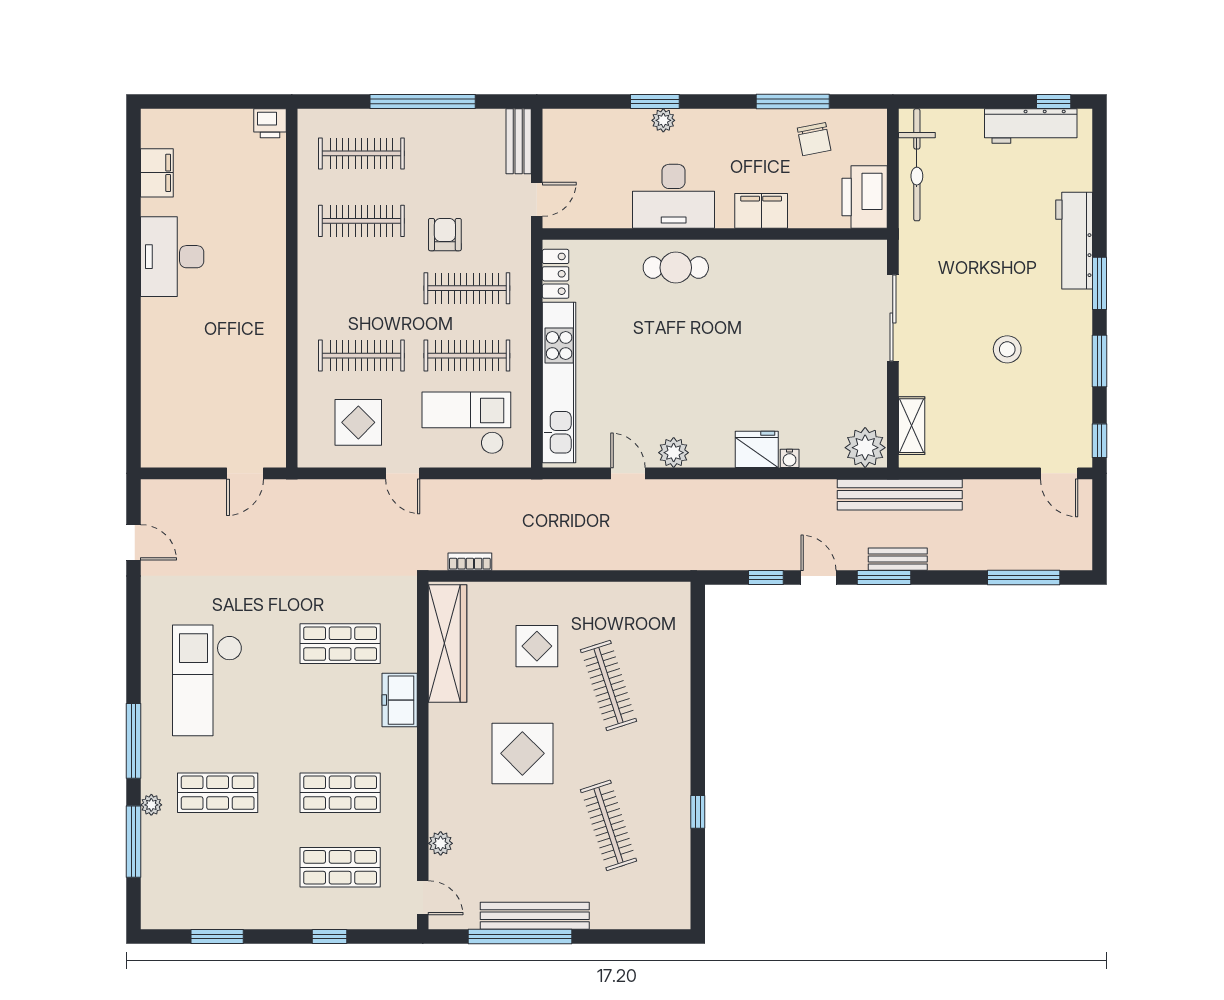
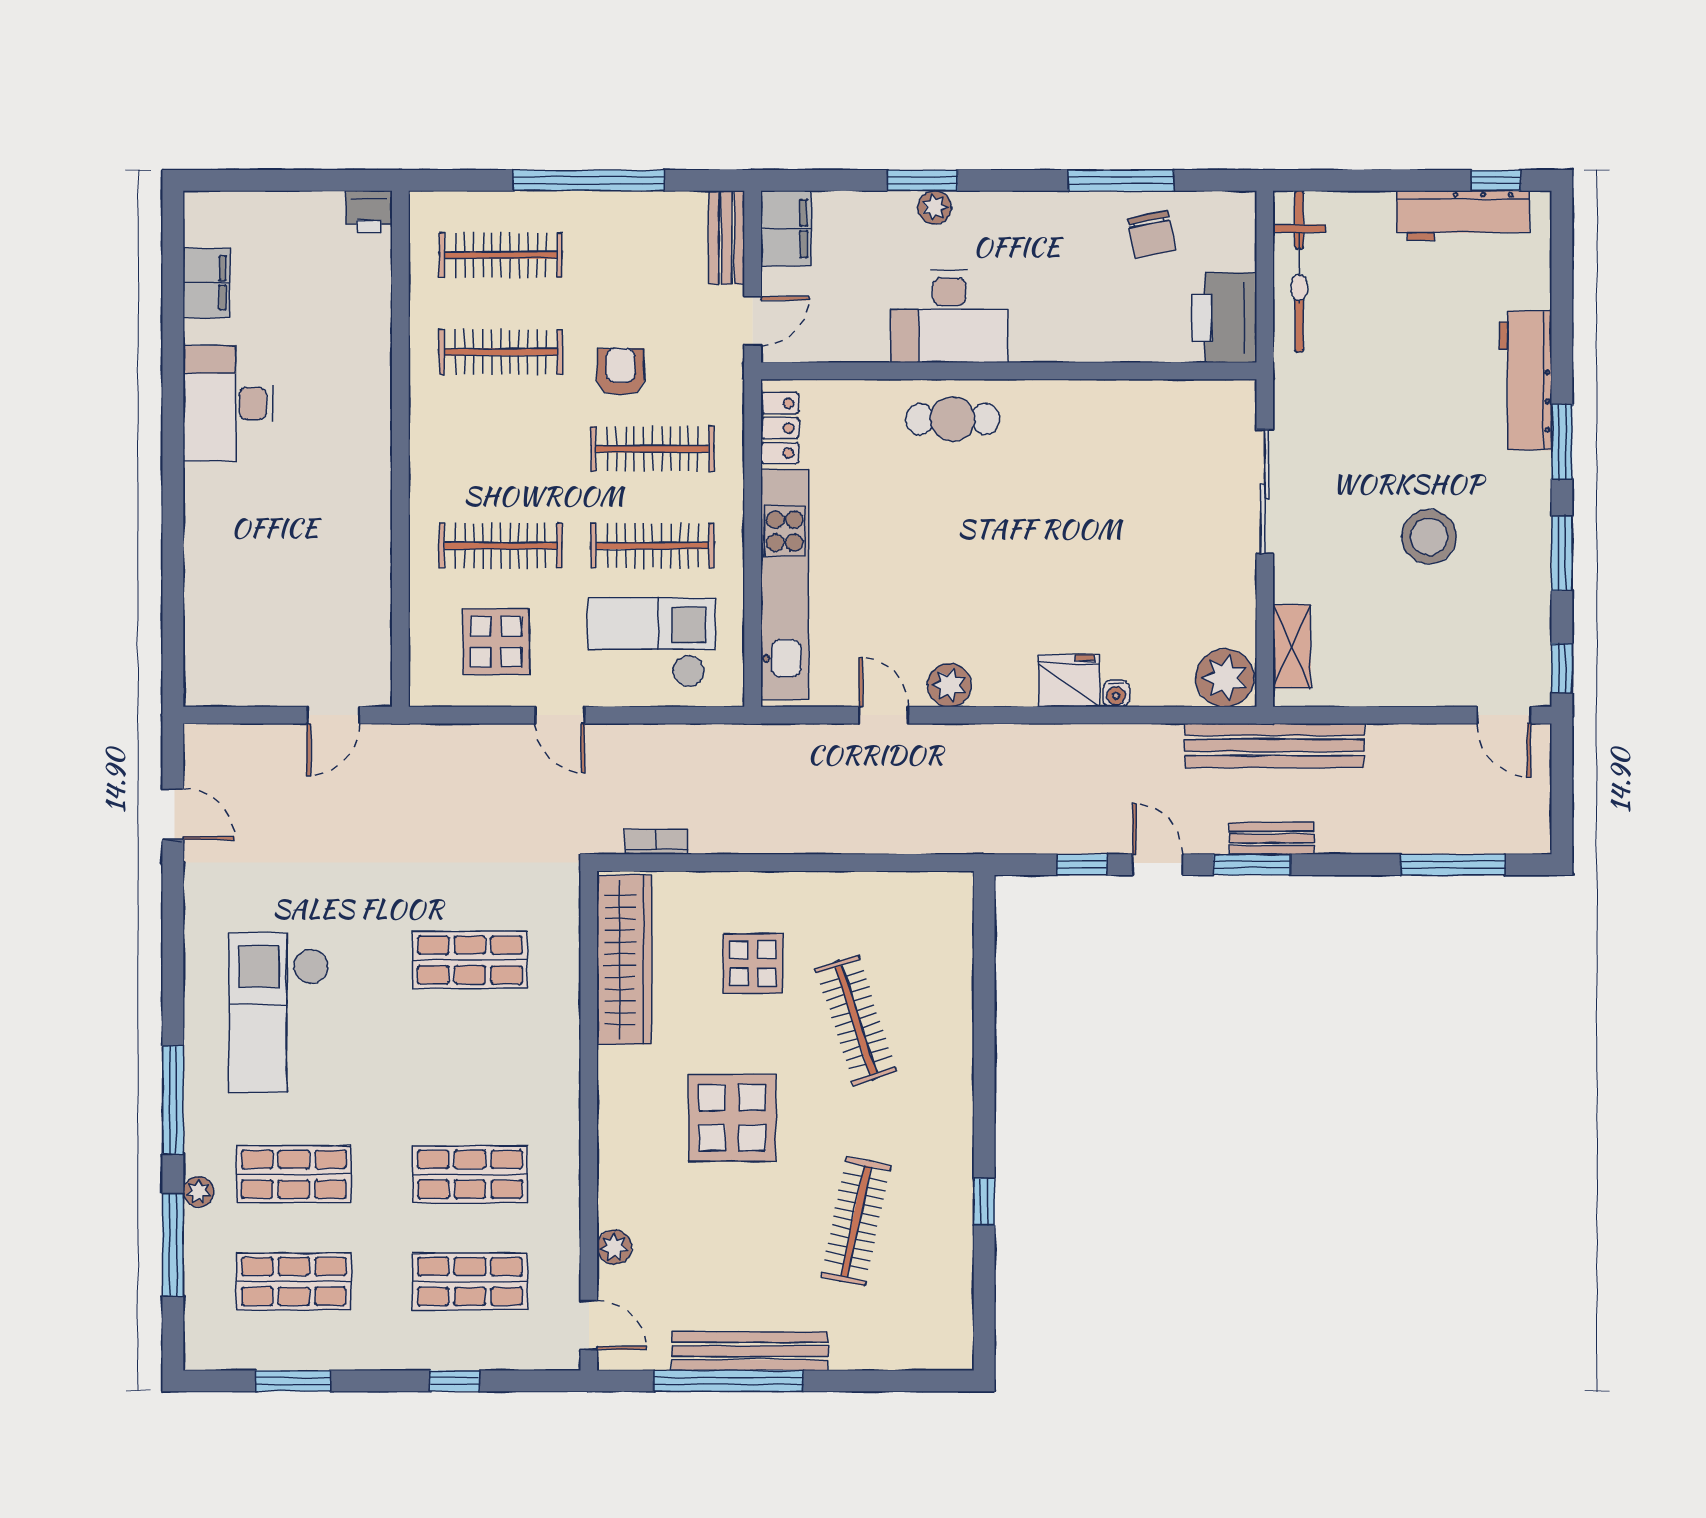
filing cabinet: (761, 211) -> (786, 228), moved, turned 90
stool: (1007, 349) -> (1429, 537), width x1.38, depth x1.38
freezer: (400, 700) -> (555, 1041), removed
clothes rail: (609, 825) -> (856, 1221), turned 30
shop shelf: (218, 867) -> (294, 1281), added

